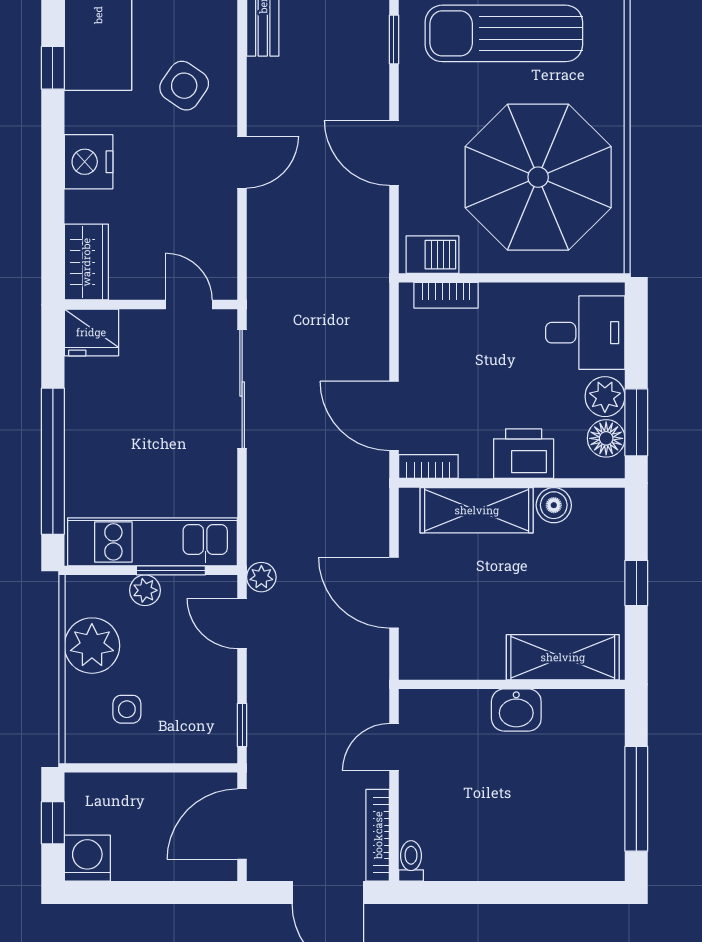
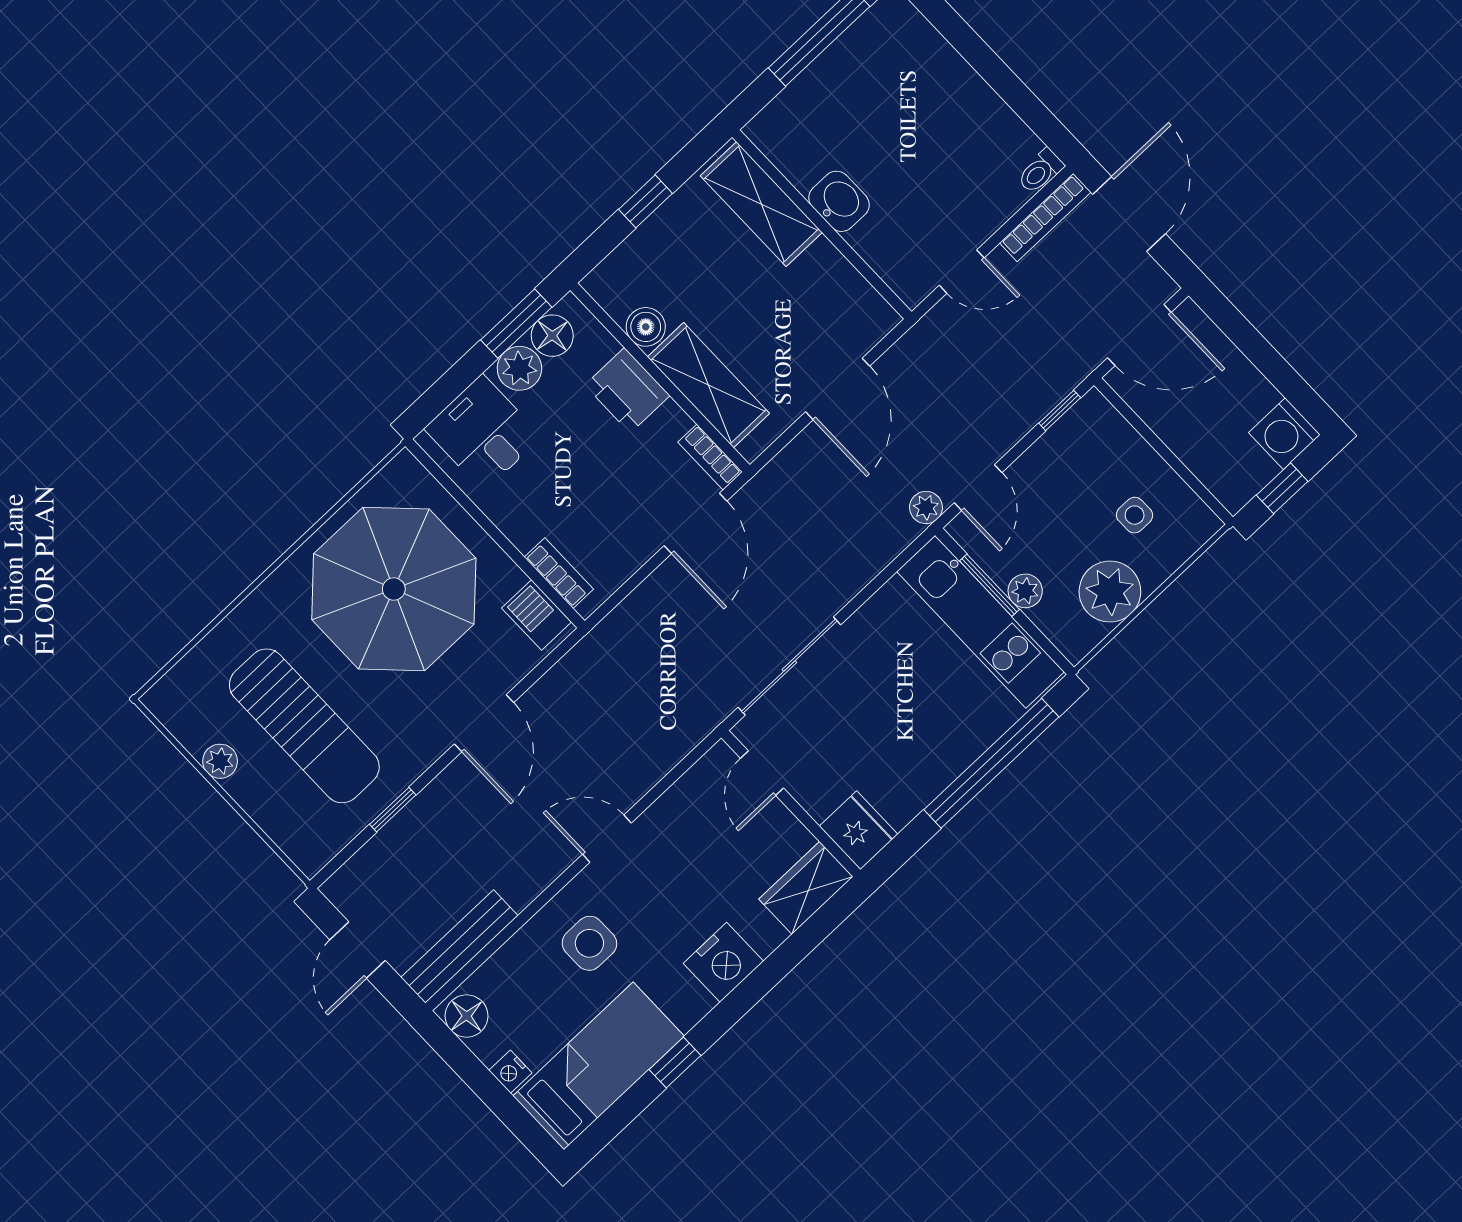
side table: (184, 86) -> (589, 943), turned -35

